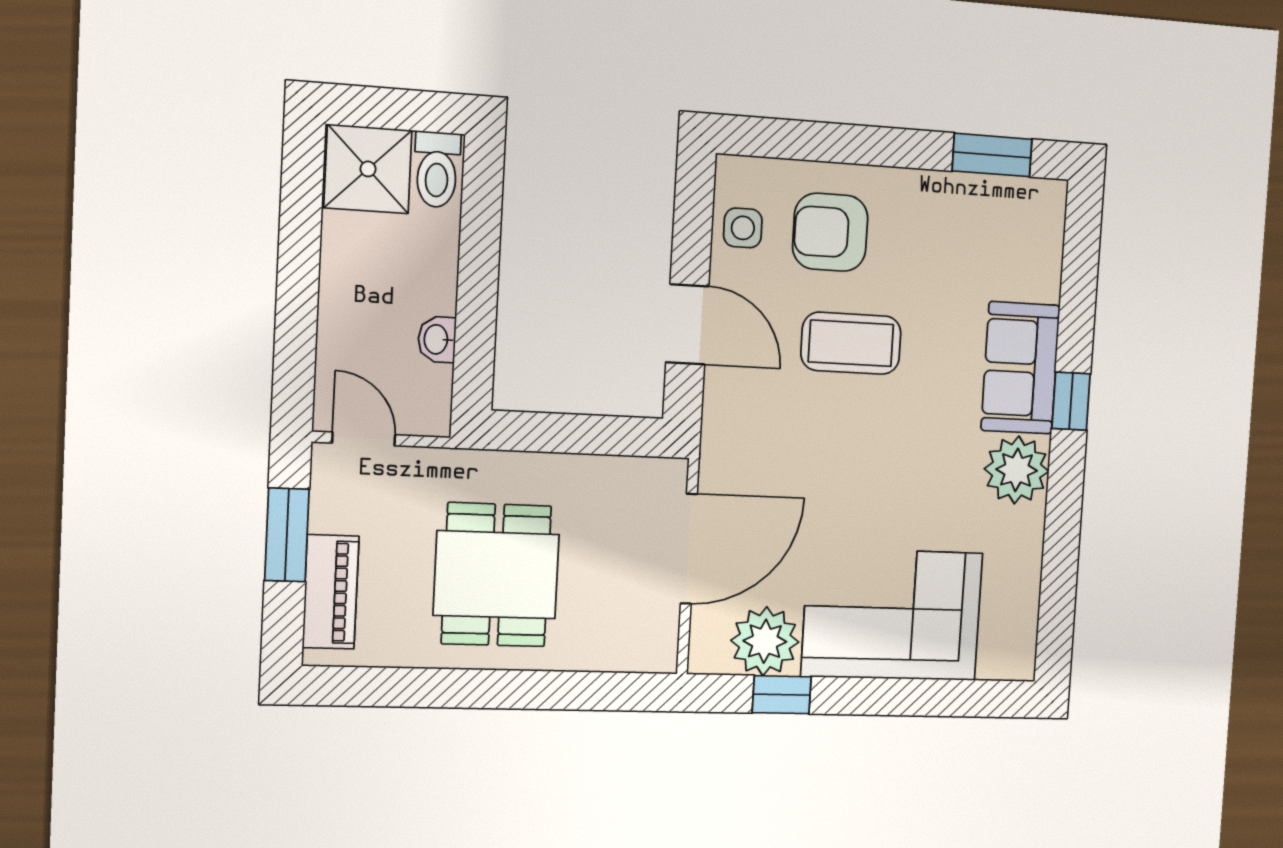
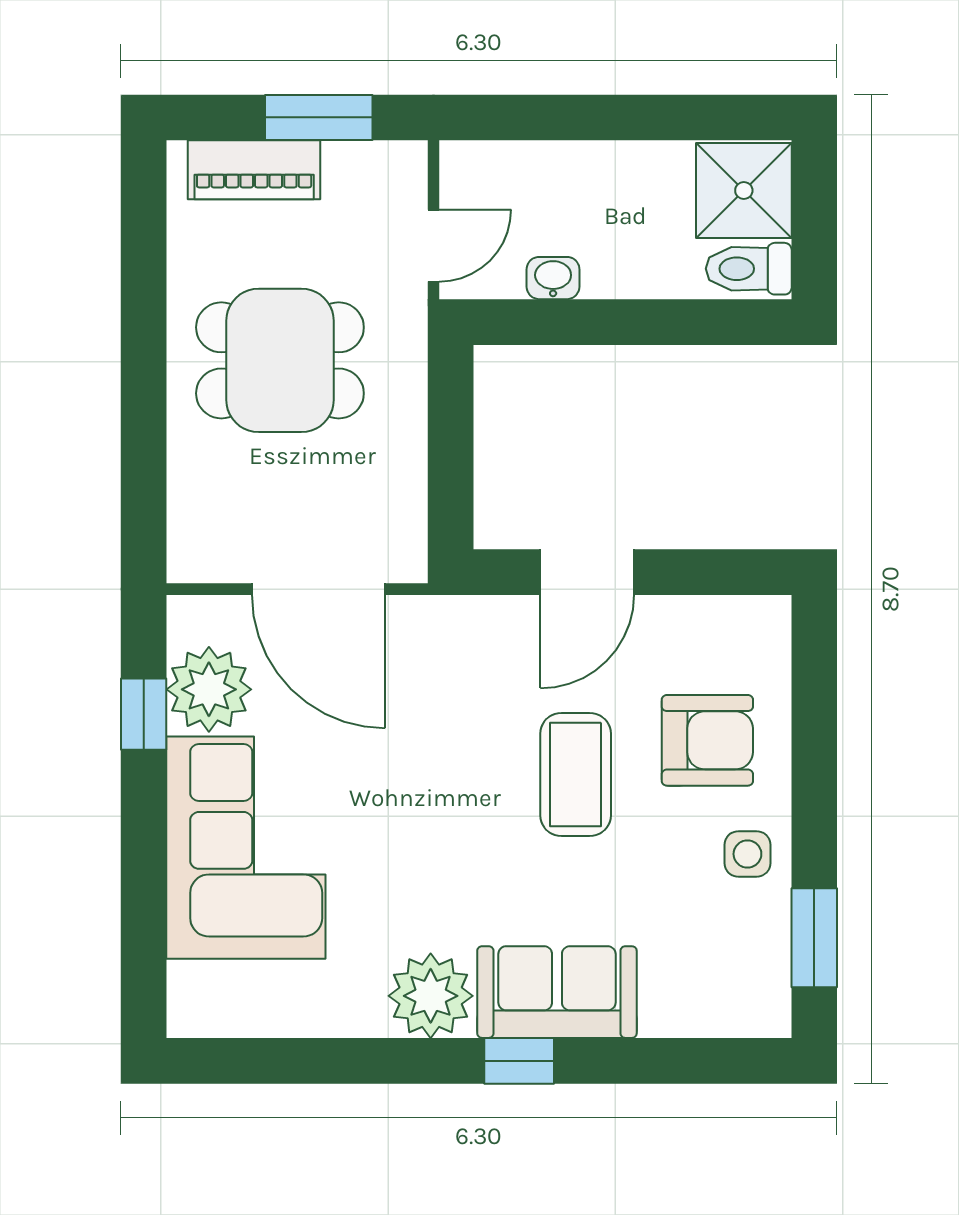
side table: (743, 228) -> (747, 854), moved
armchair: (830, 232) -> (707, 740), turned 90
door: (364, 439) -> (434, 246), moved

